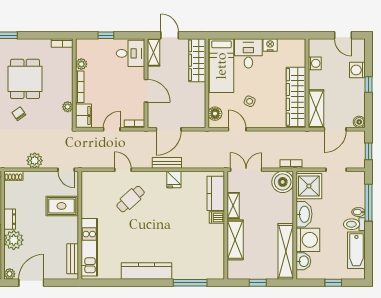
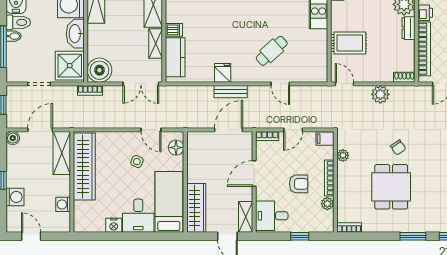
armchair: (107, 81) -> (299, 184), added
door: (146, 91) -> (254, 174), hinge flipped
filing cabinet: (84, 116) -> (325, 139), width x0.50

